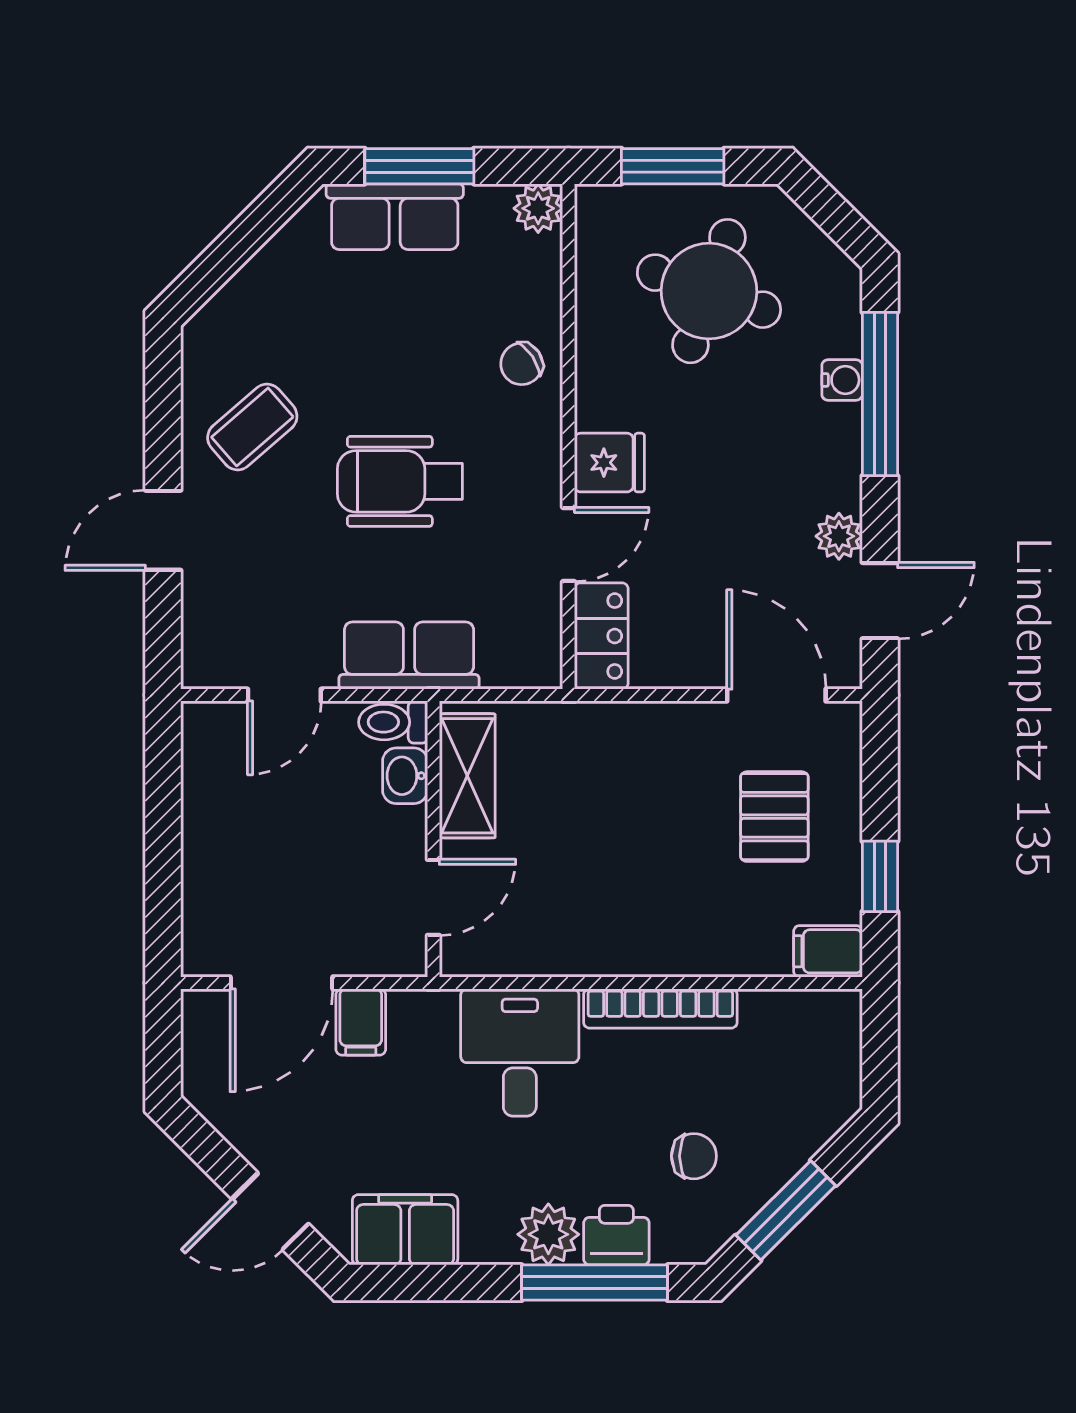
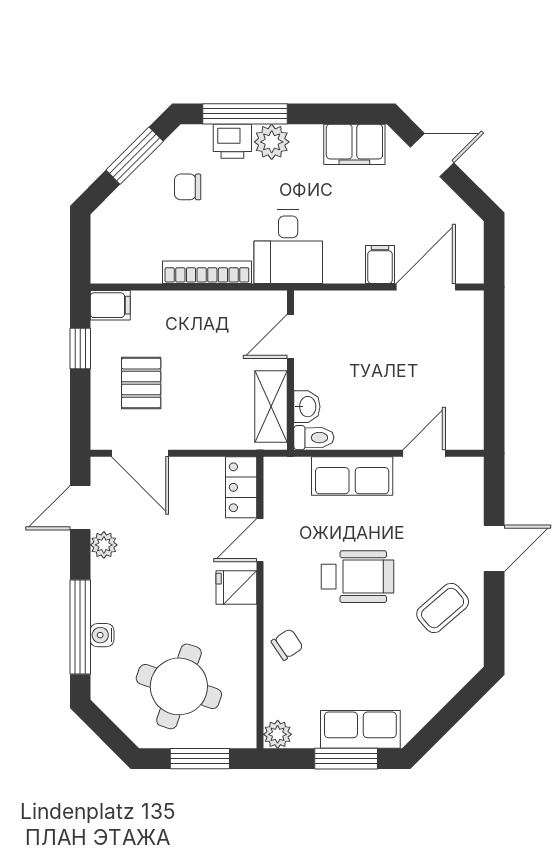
toilet: (393, 722) -> (314, 438), moved
washbasin: (405, 776) -> (307, 407), moved
shelving: (467, 776) -> (271, 407), moved
wall: (433, 839) -> (291, 370), moved
door: (433, 897) -> (291, 336), moved

